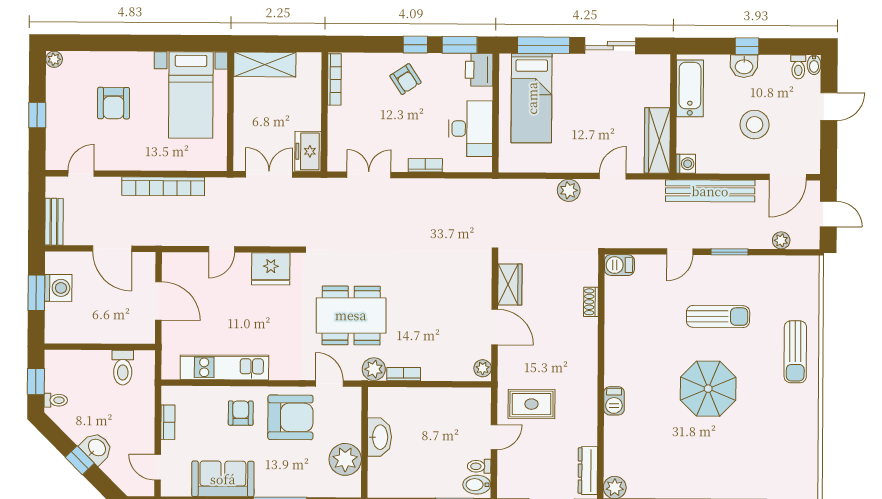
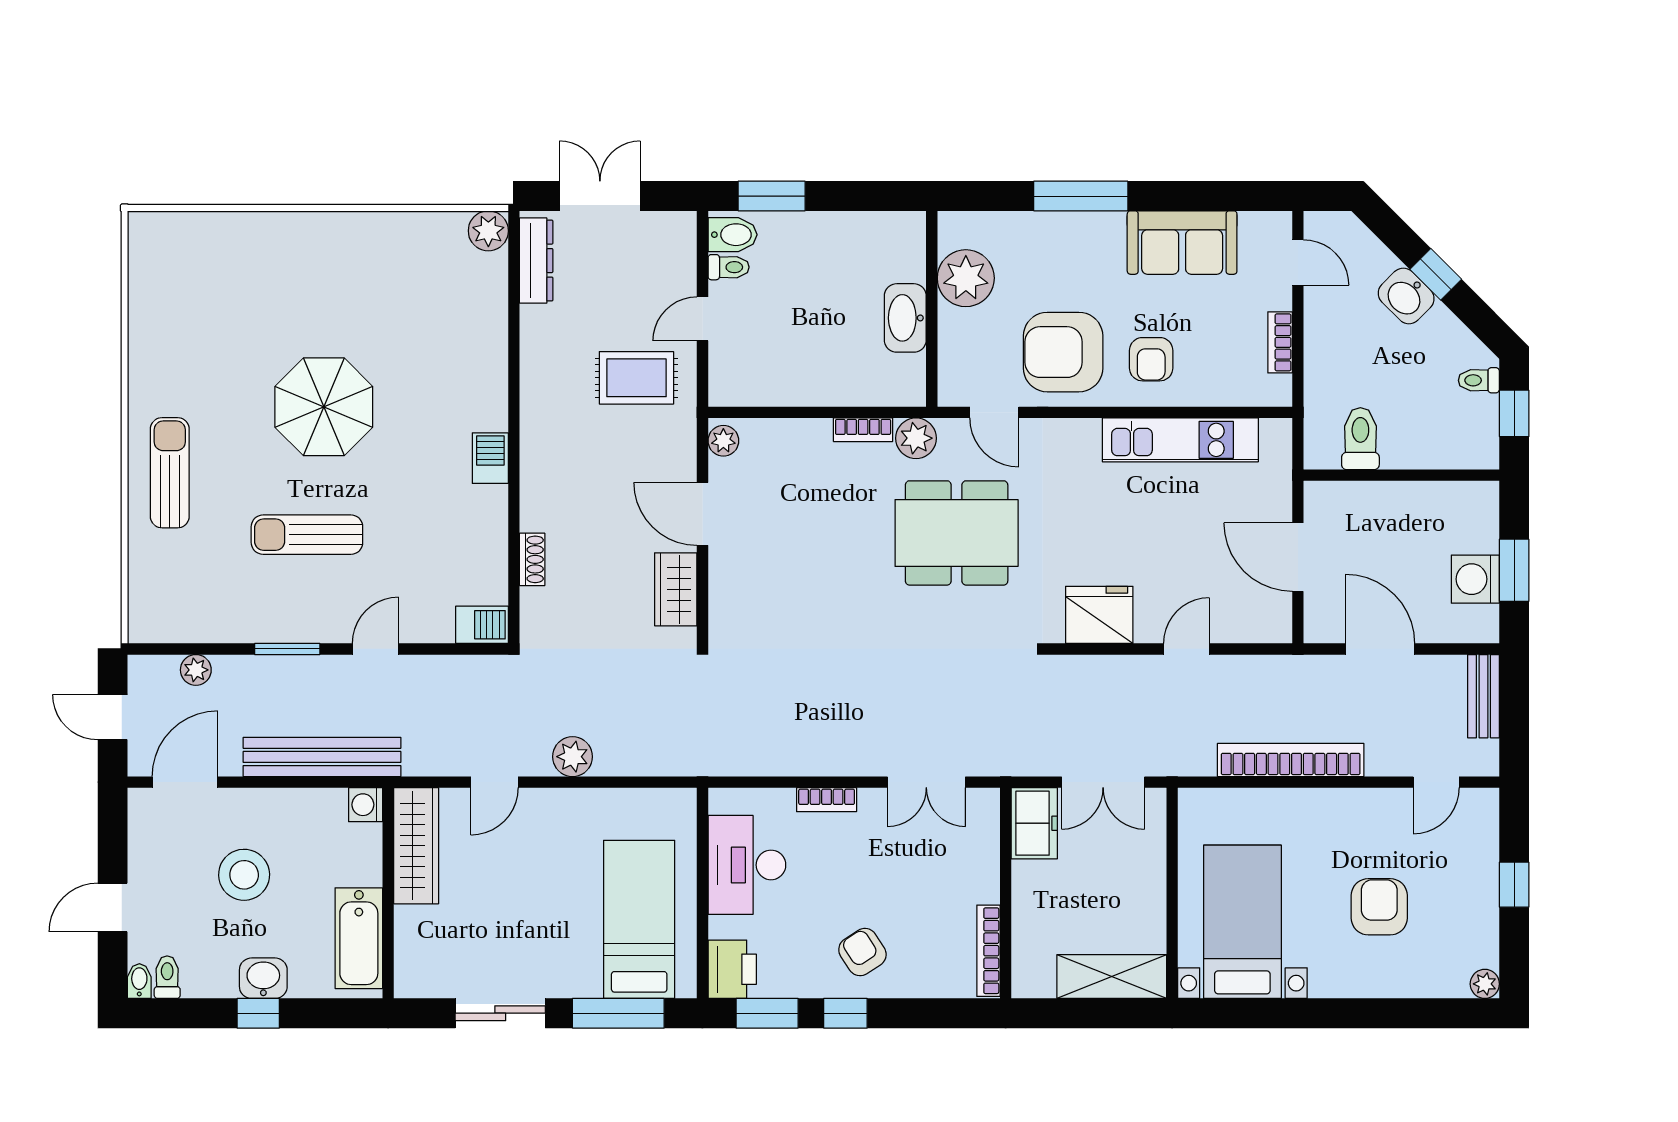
barbecue: (614, 401) -> (490, 458), moved

